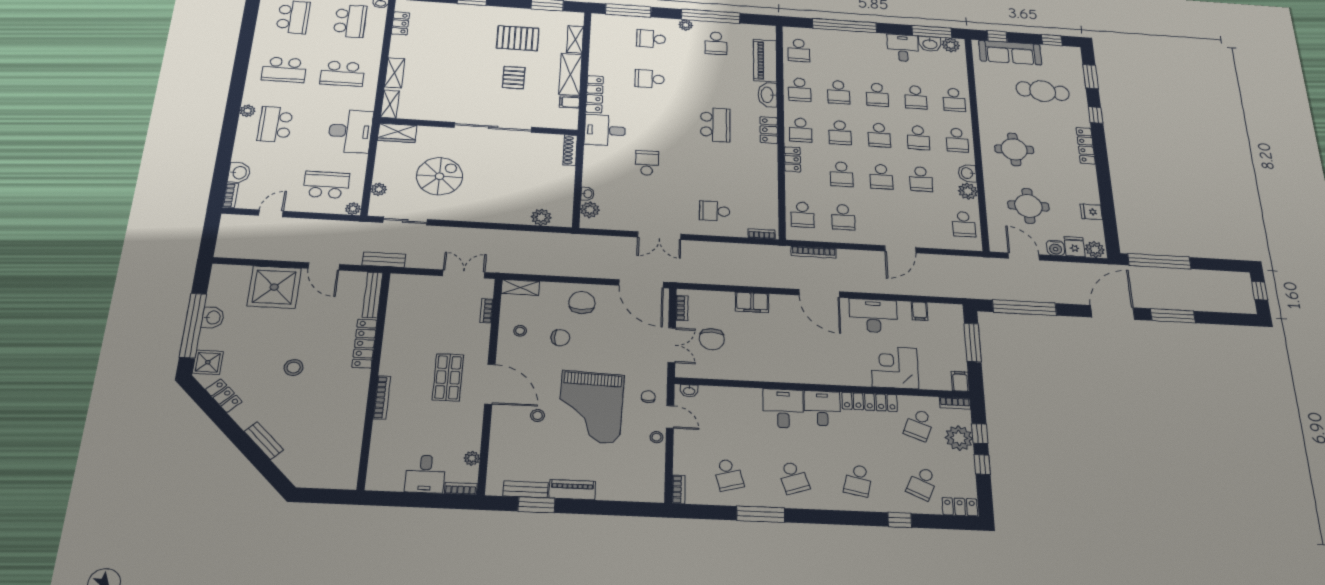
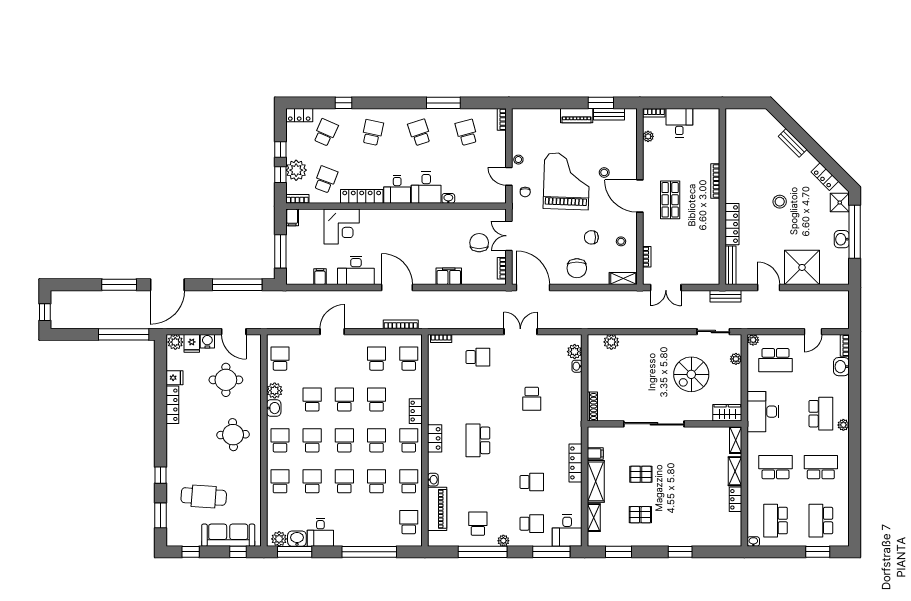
locker: (400, 23) -> (735, 499), moved
pallet: (518, 38) -> (640, 515), width x0.67, depth x0.71
pallet: (514, 78) -> (641, 474), turned 90
washbasin: (768, 95) -> (433, 480), width x0.52, depth x0.69
desk: (605, 130) -> (567, 530), moved, turned 90
locker: (1086, 146) -> (172, 405), moved
washbasin: (689, 391) -> (448, 198), moved

